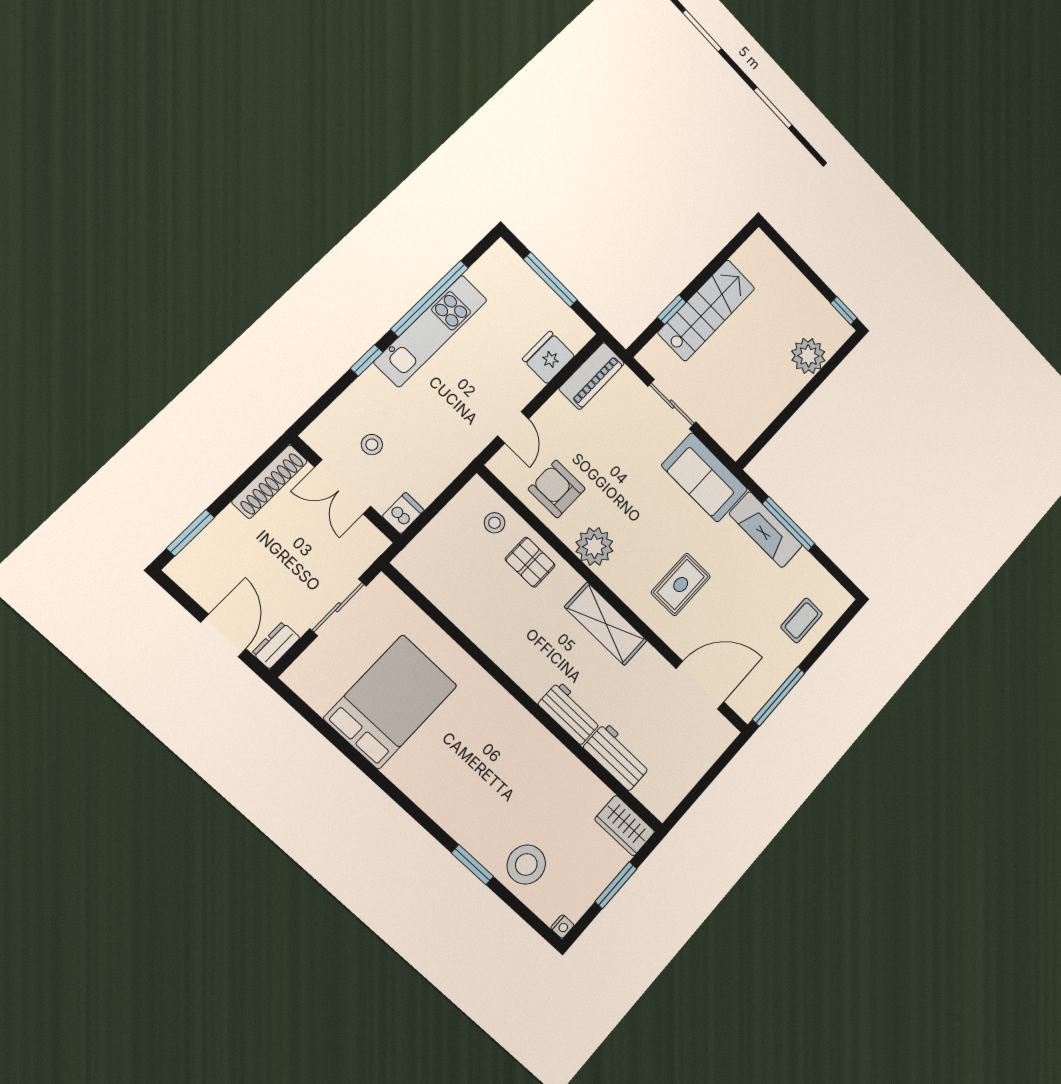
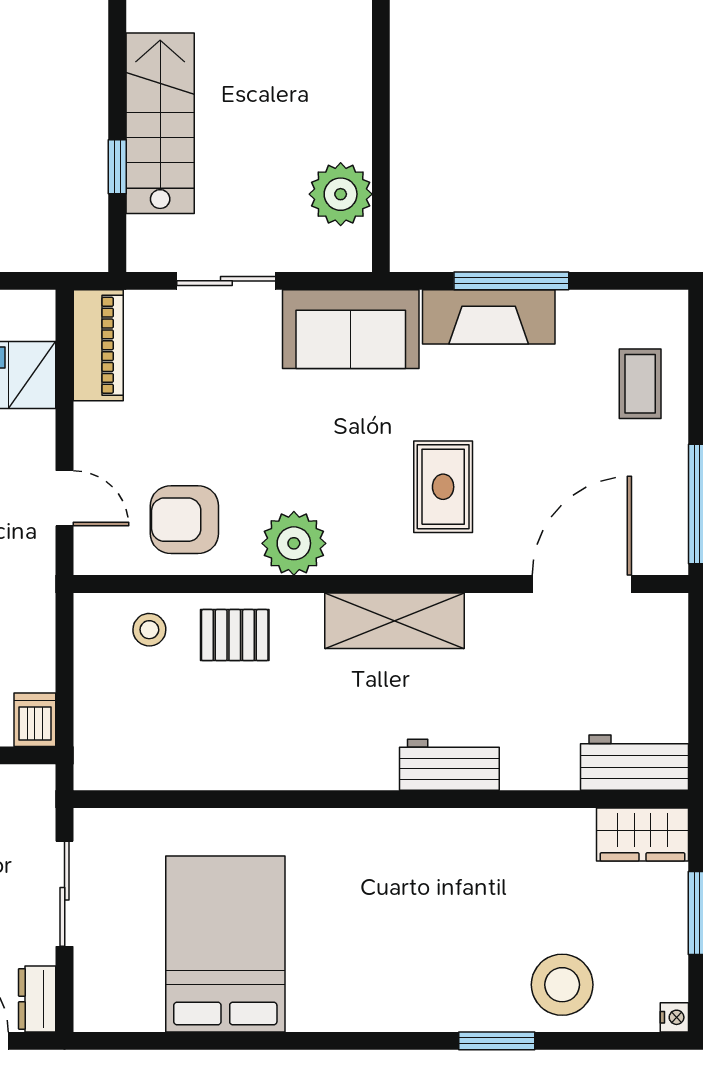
plant: (808, 356) -> (341, 194), moved
workbench: (617, 757) -> (634, 763), moved

